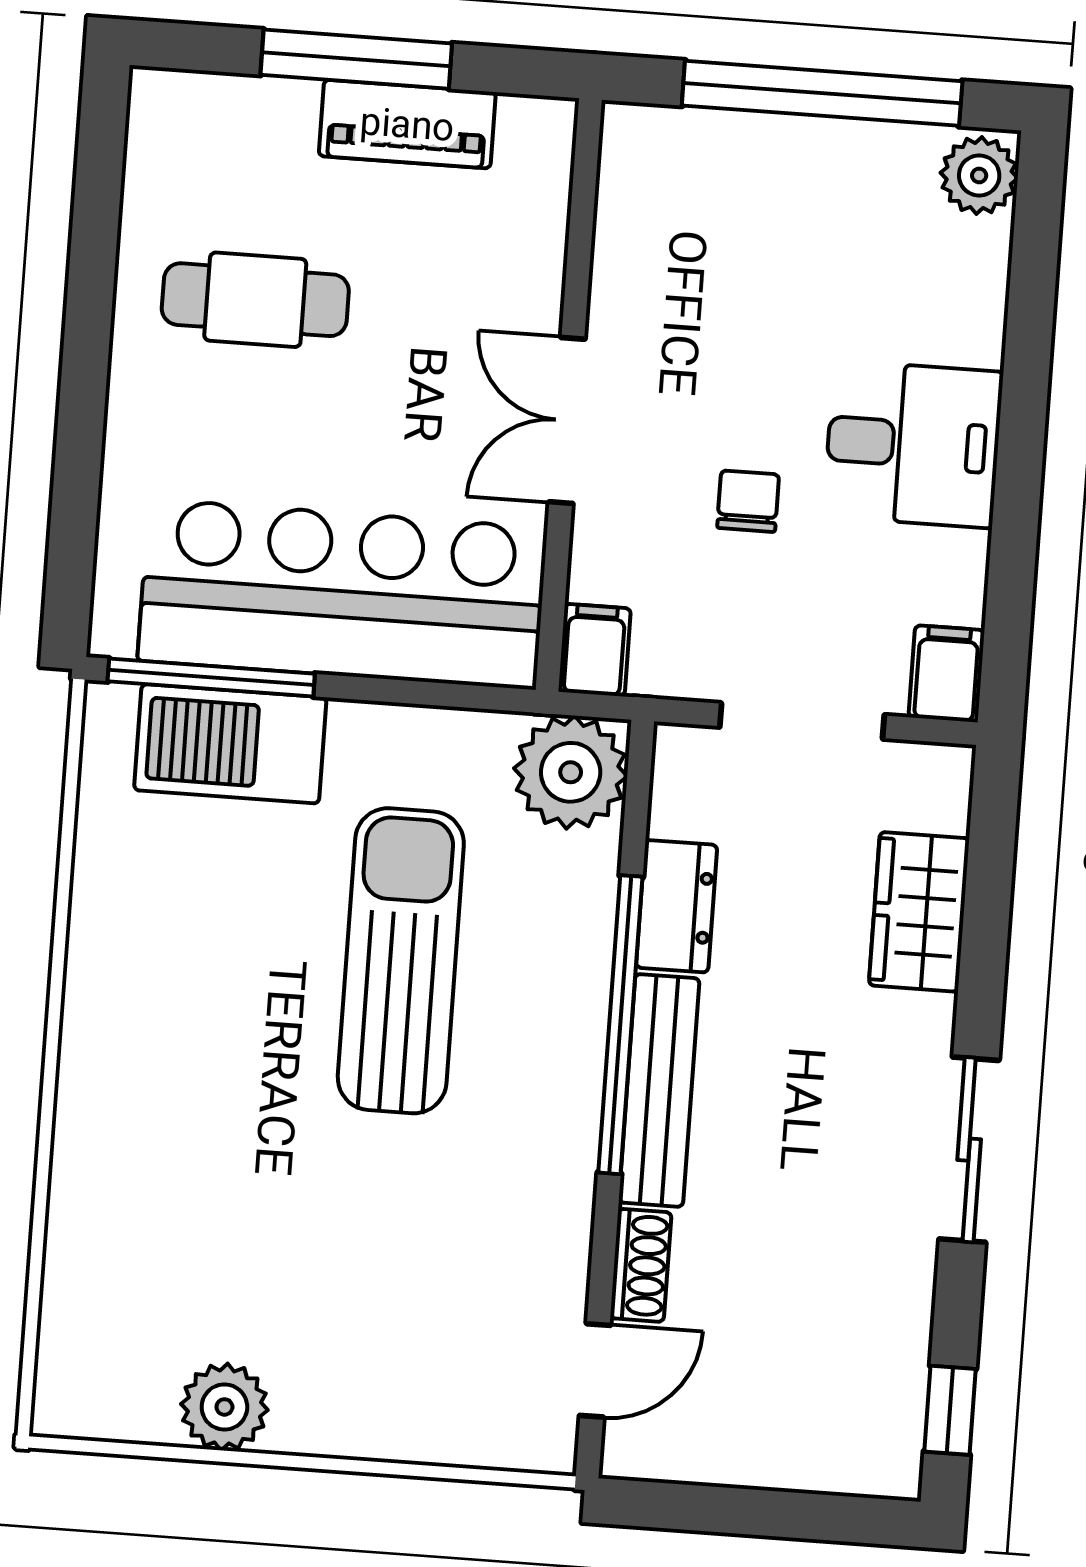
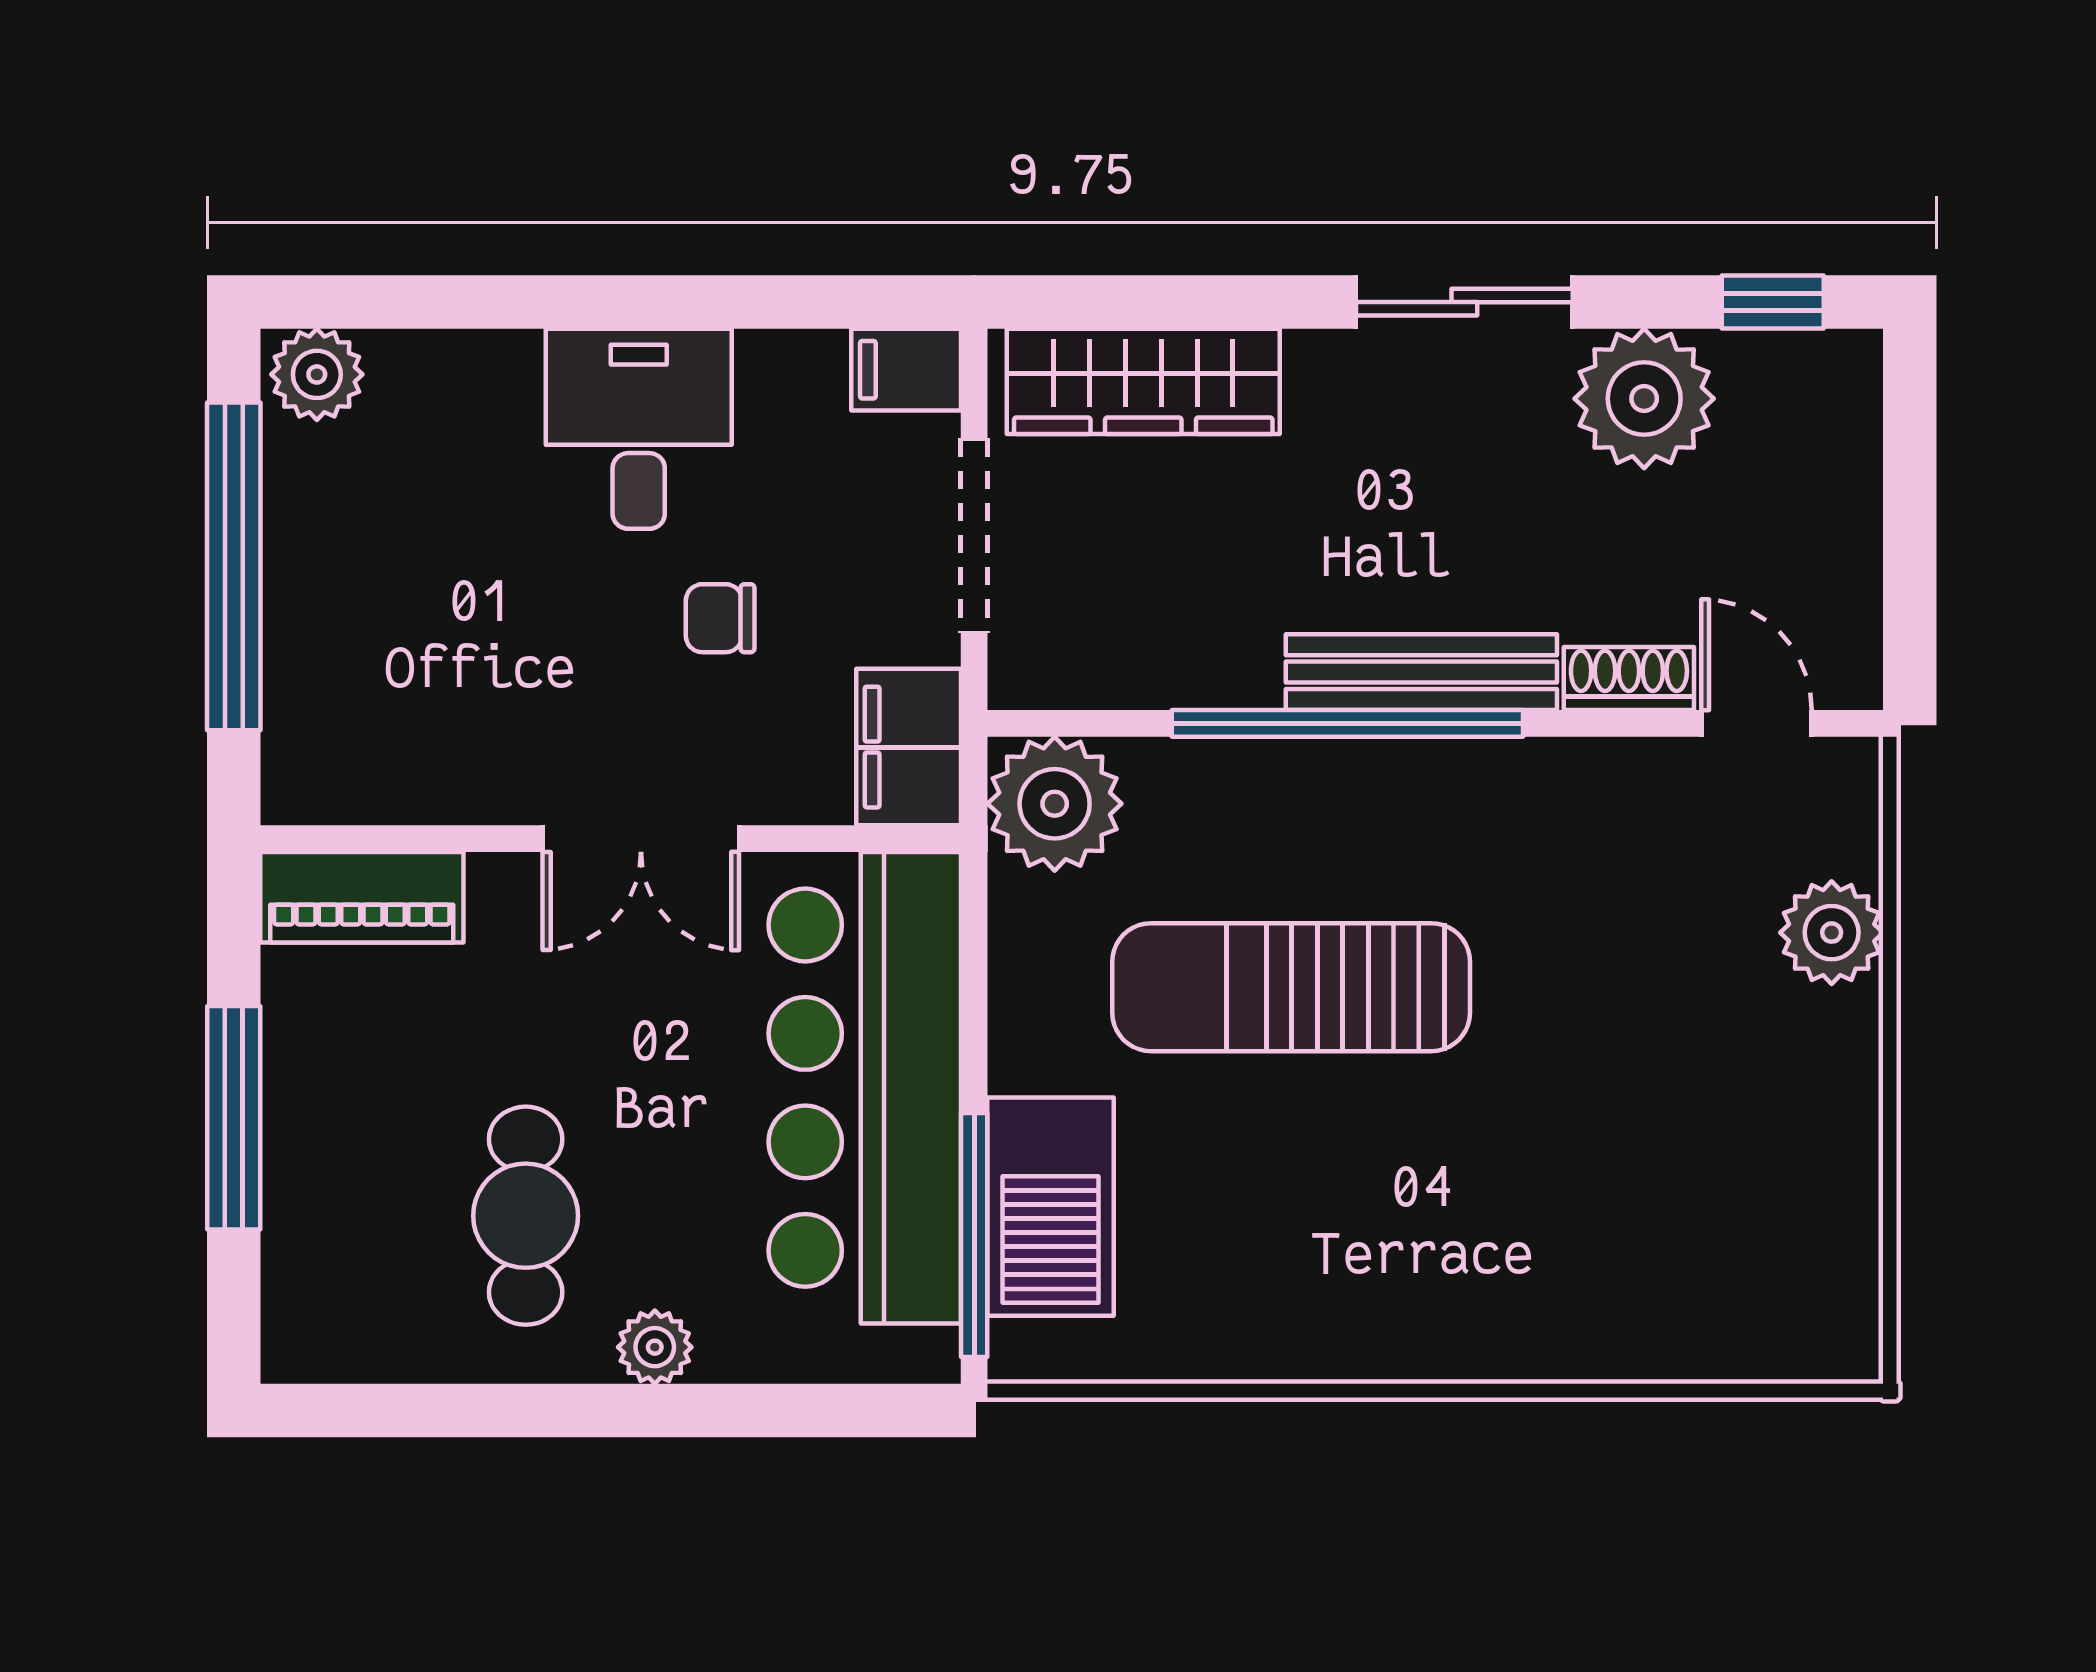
piano: (407, 124) -> (362, 897), moved, turned 90
plant: (136, 401) -> (655, 1347), added
filing cabinet: (595, 650) -> (909, 747), width x2.00
dresser: (677, 906) -> (1203, 667), removed
wardrobe: (919, 912) -> (1143, 381), width x1.50
plant: (876, 1296) -> (1644, 399), added
plant: (224, 1407) -> (1832, 933), moved

